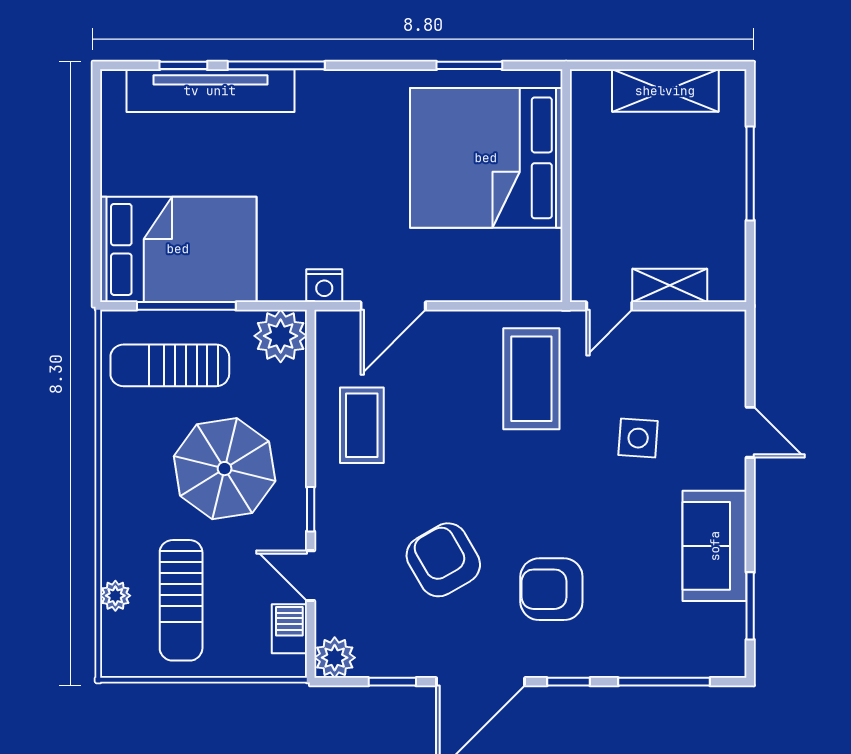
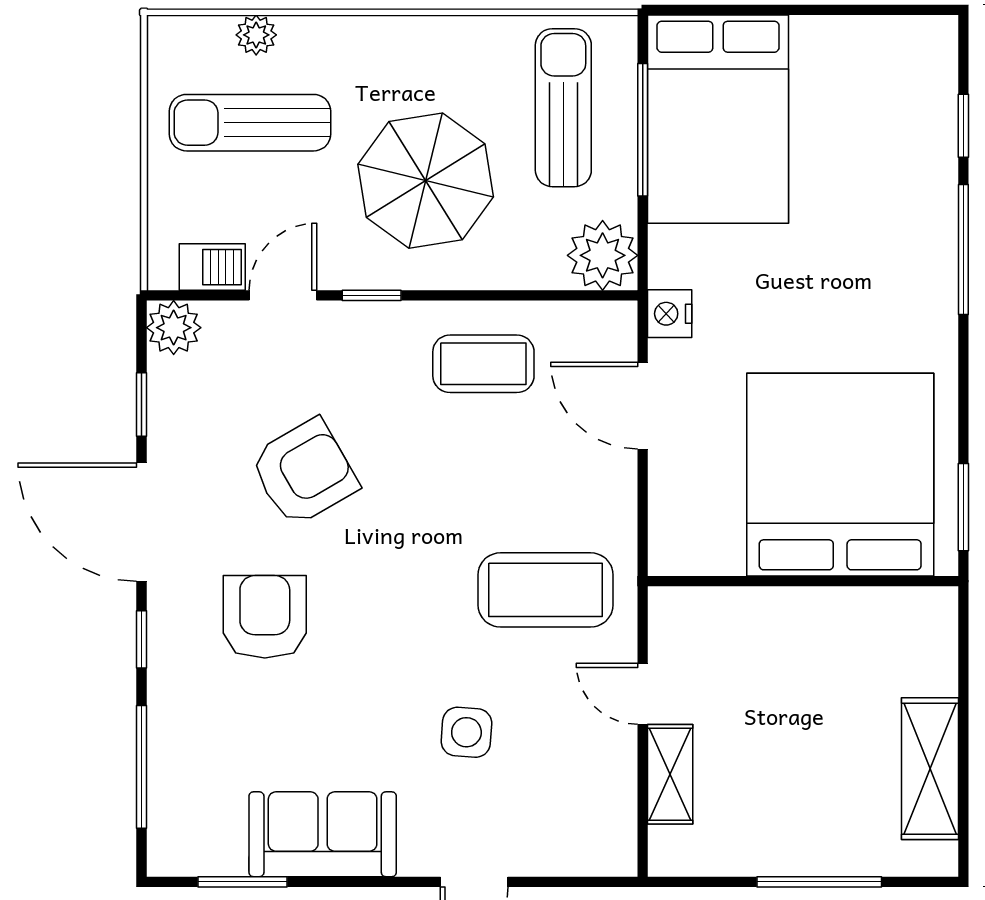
tv unit: (210, 91) -> (930, 162), removed
bed: (486, 158) -> (840, 475), moved
wall: (566, 186) -> (803, 581), moved

